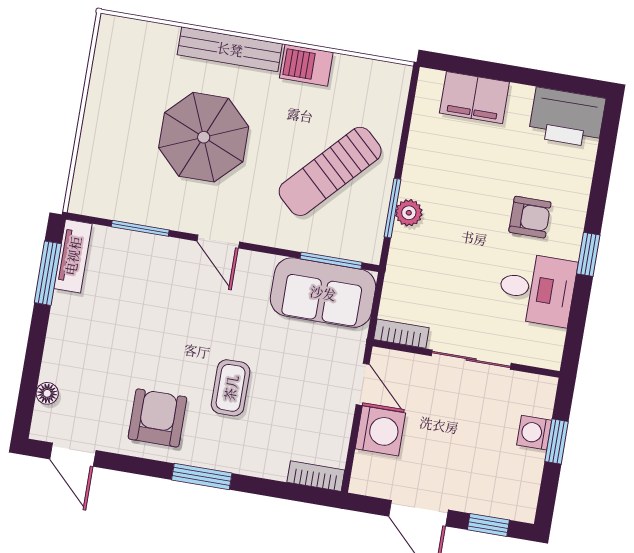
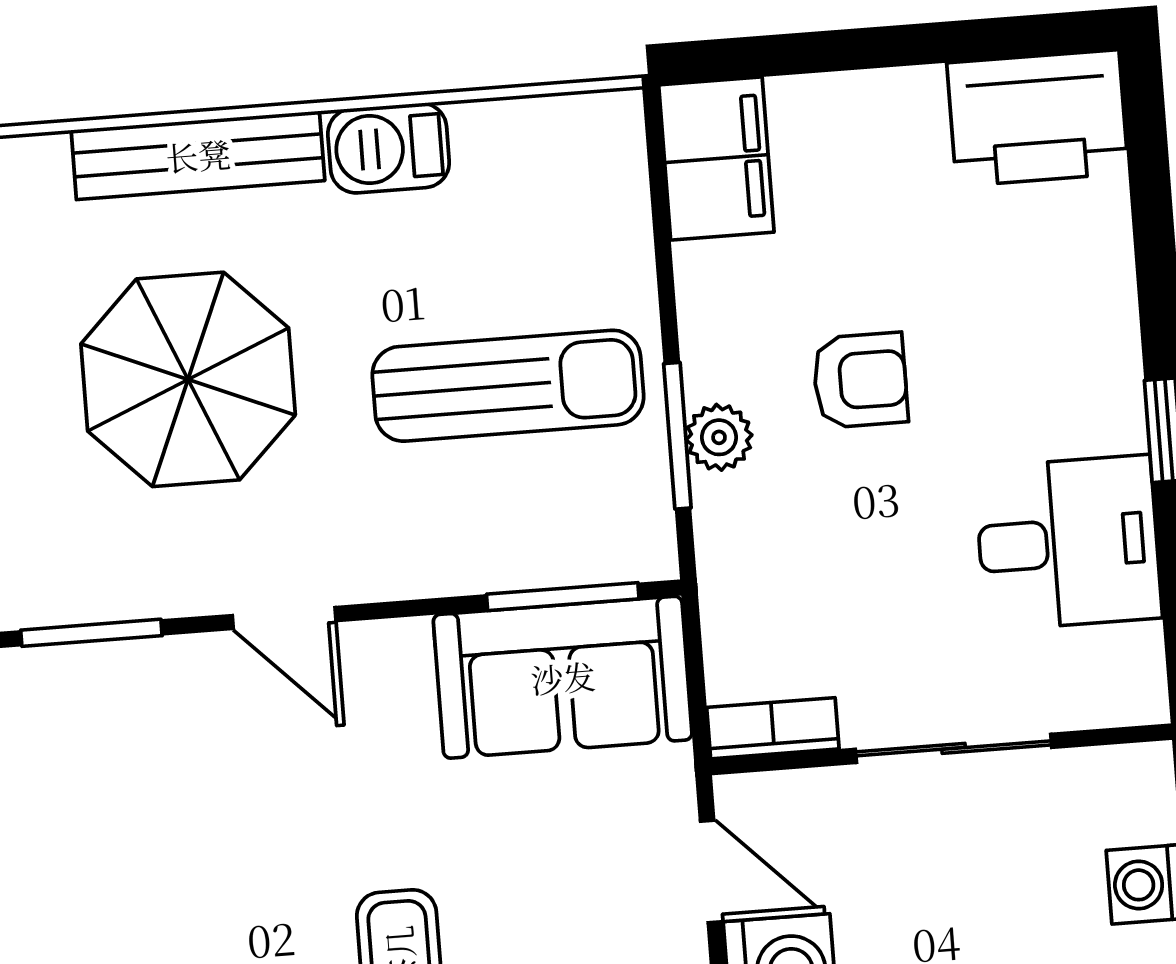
filing cabinet: (474, 98) -> (716, 159), moved, turned -90
sun lounger: (330, 171) -> (508, 386), turned -133
armchair: (530, 217) -> (860, 380), moved

